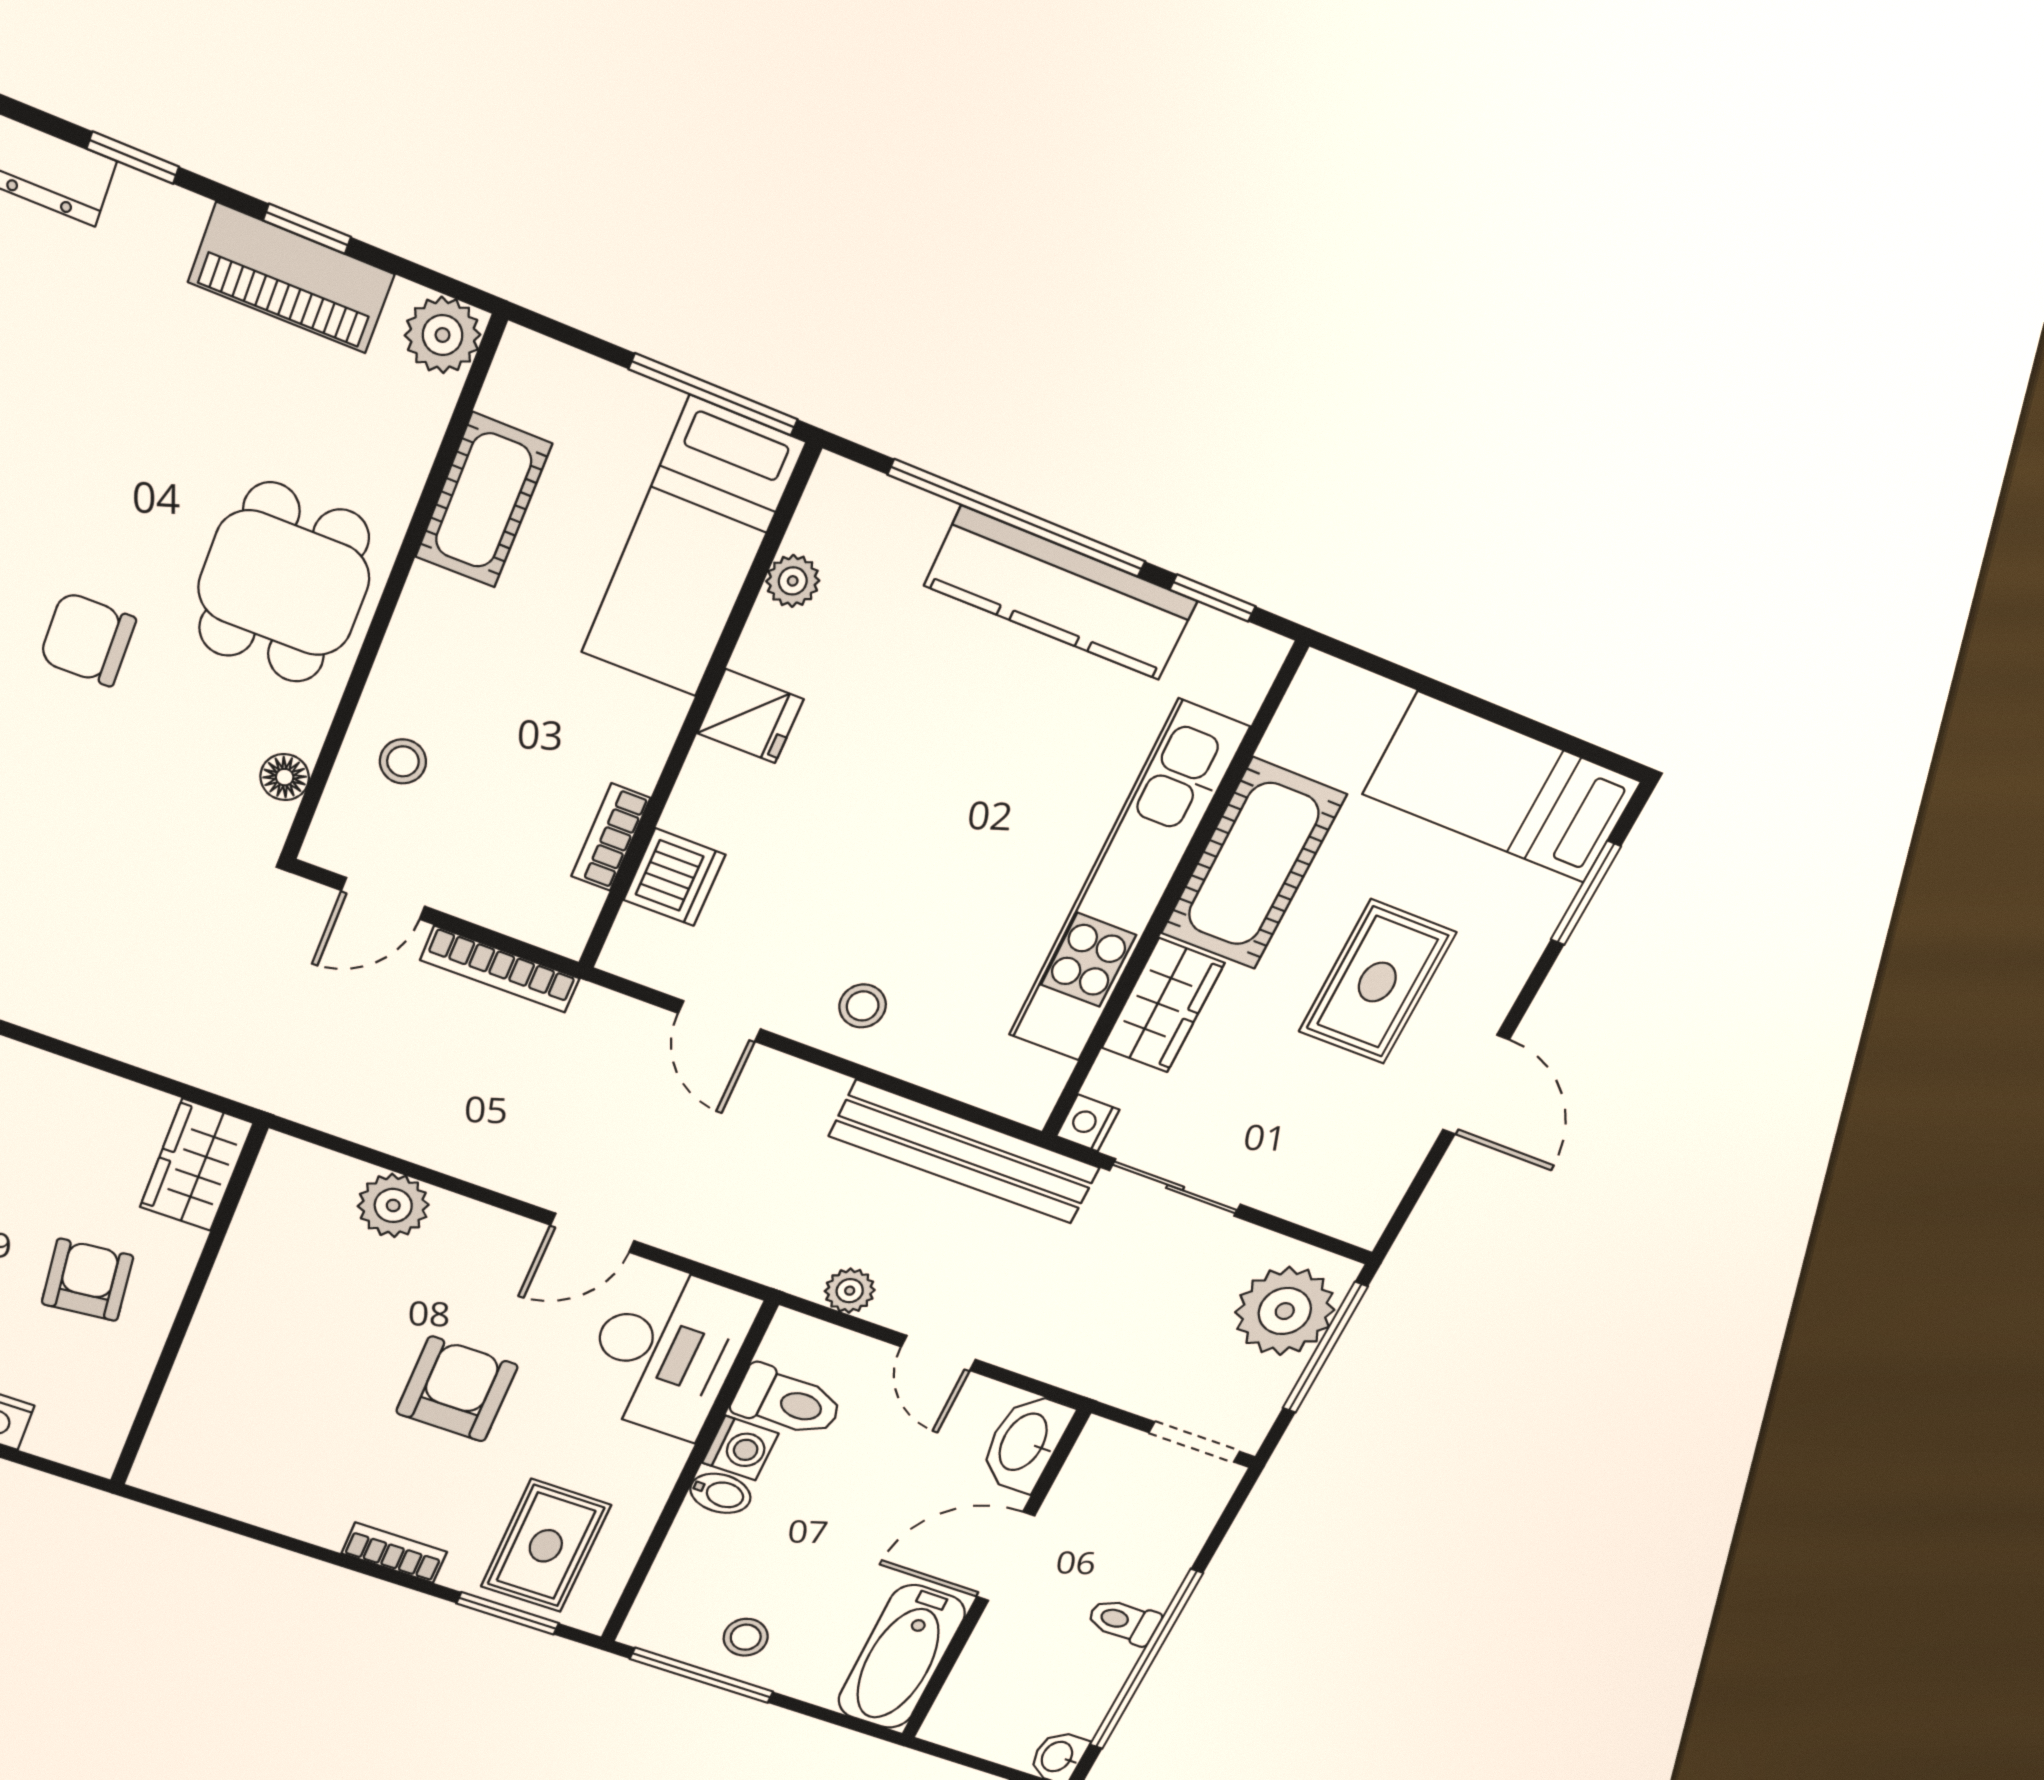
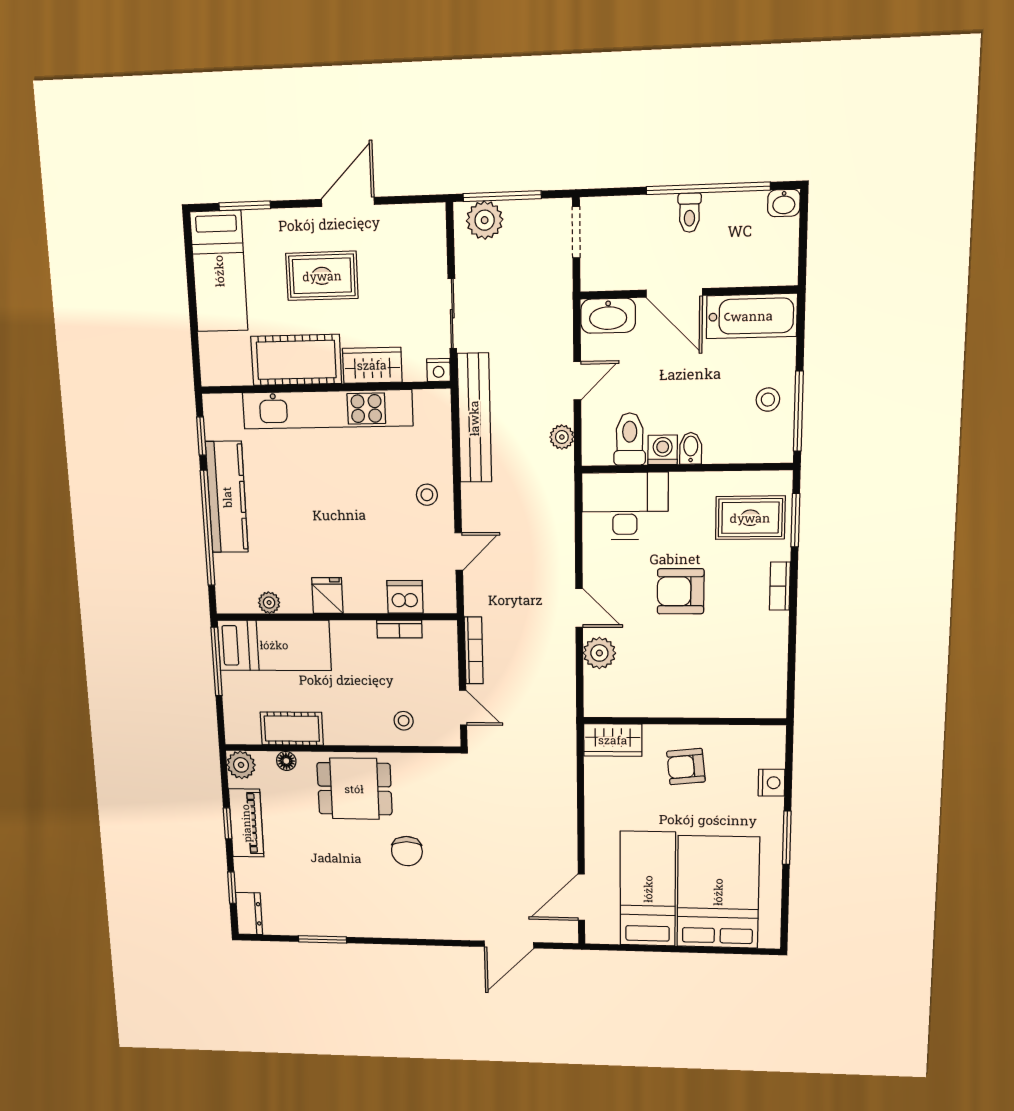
floor lamp: (285, 777) -> (286, 761), moved
door: (592, 1233) -> (579, 608), moved
plant: (1285, 1311) -> (485, 220), width x0.73, depth x0.73

